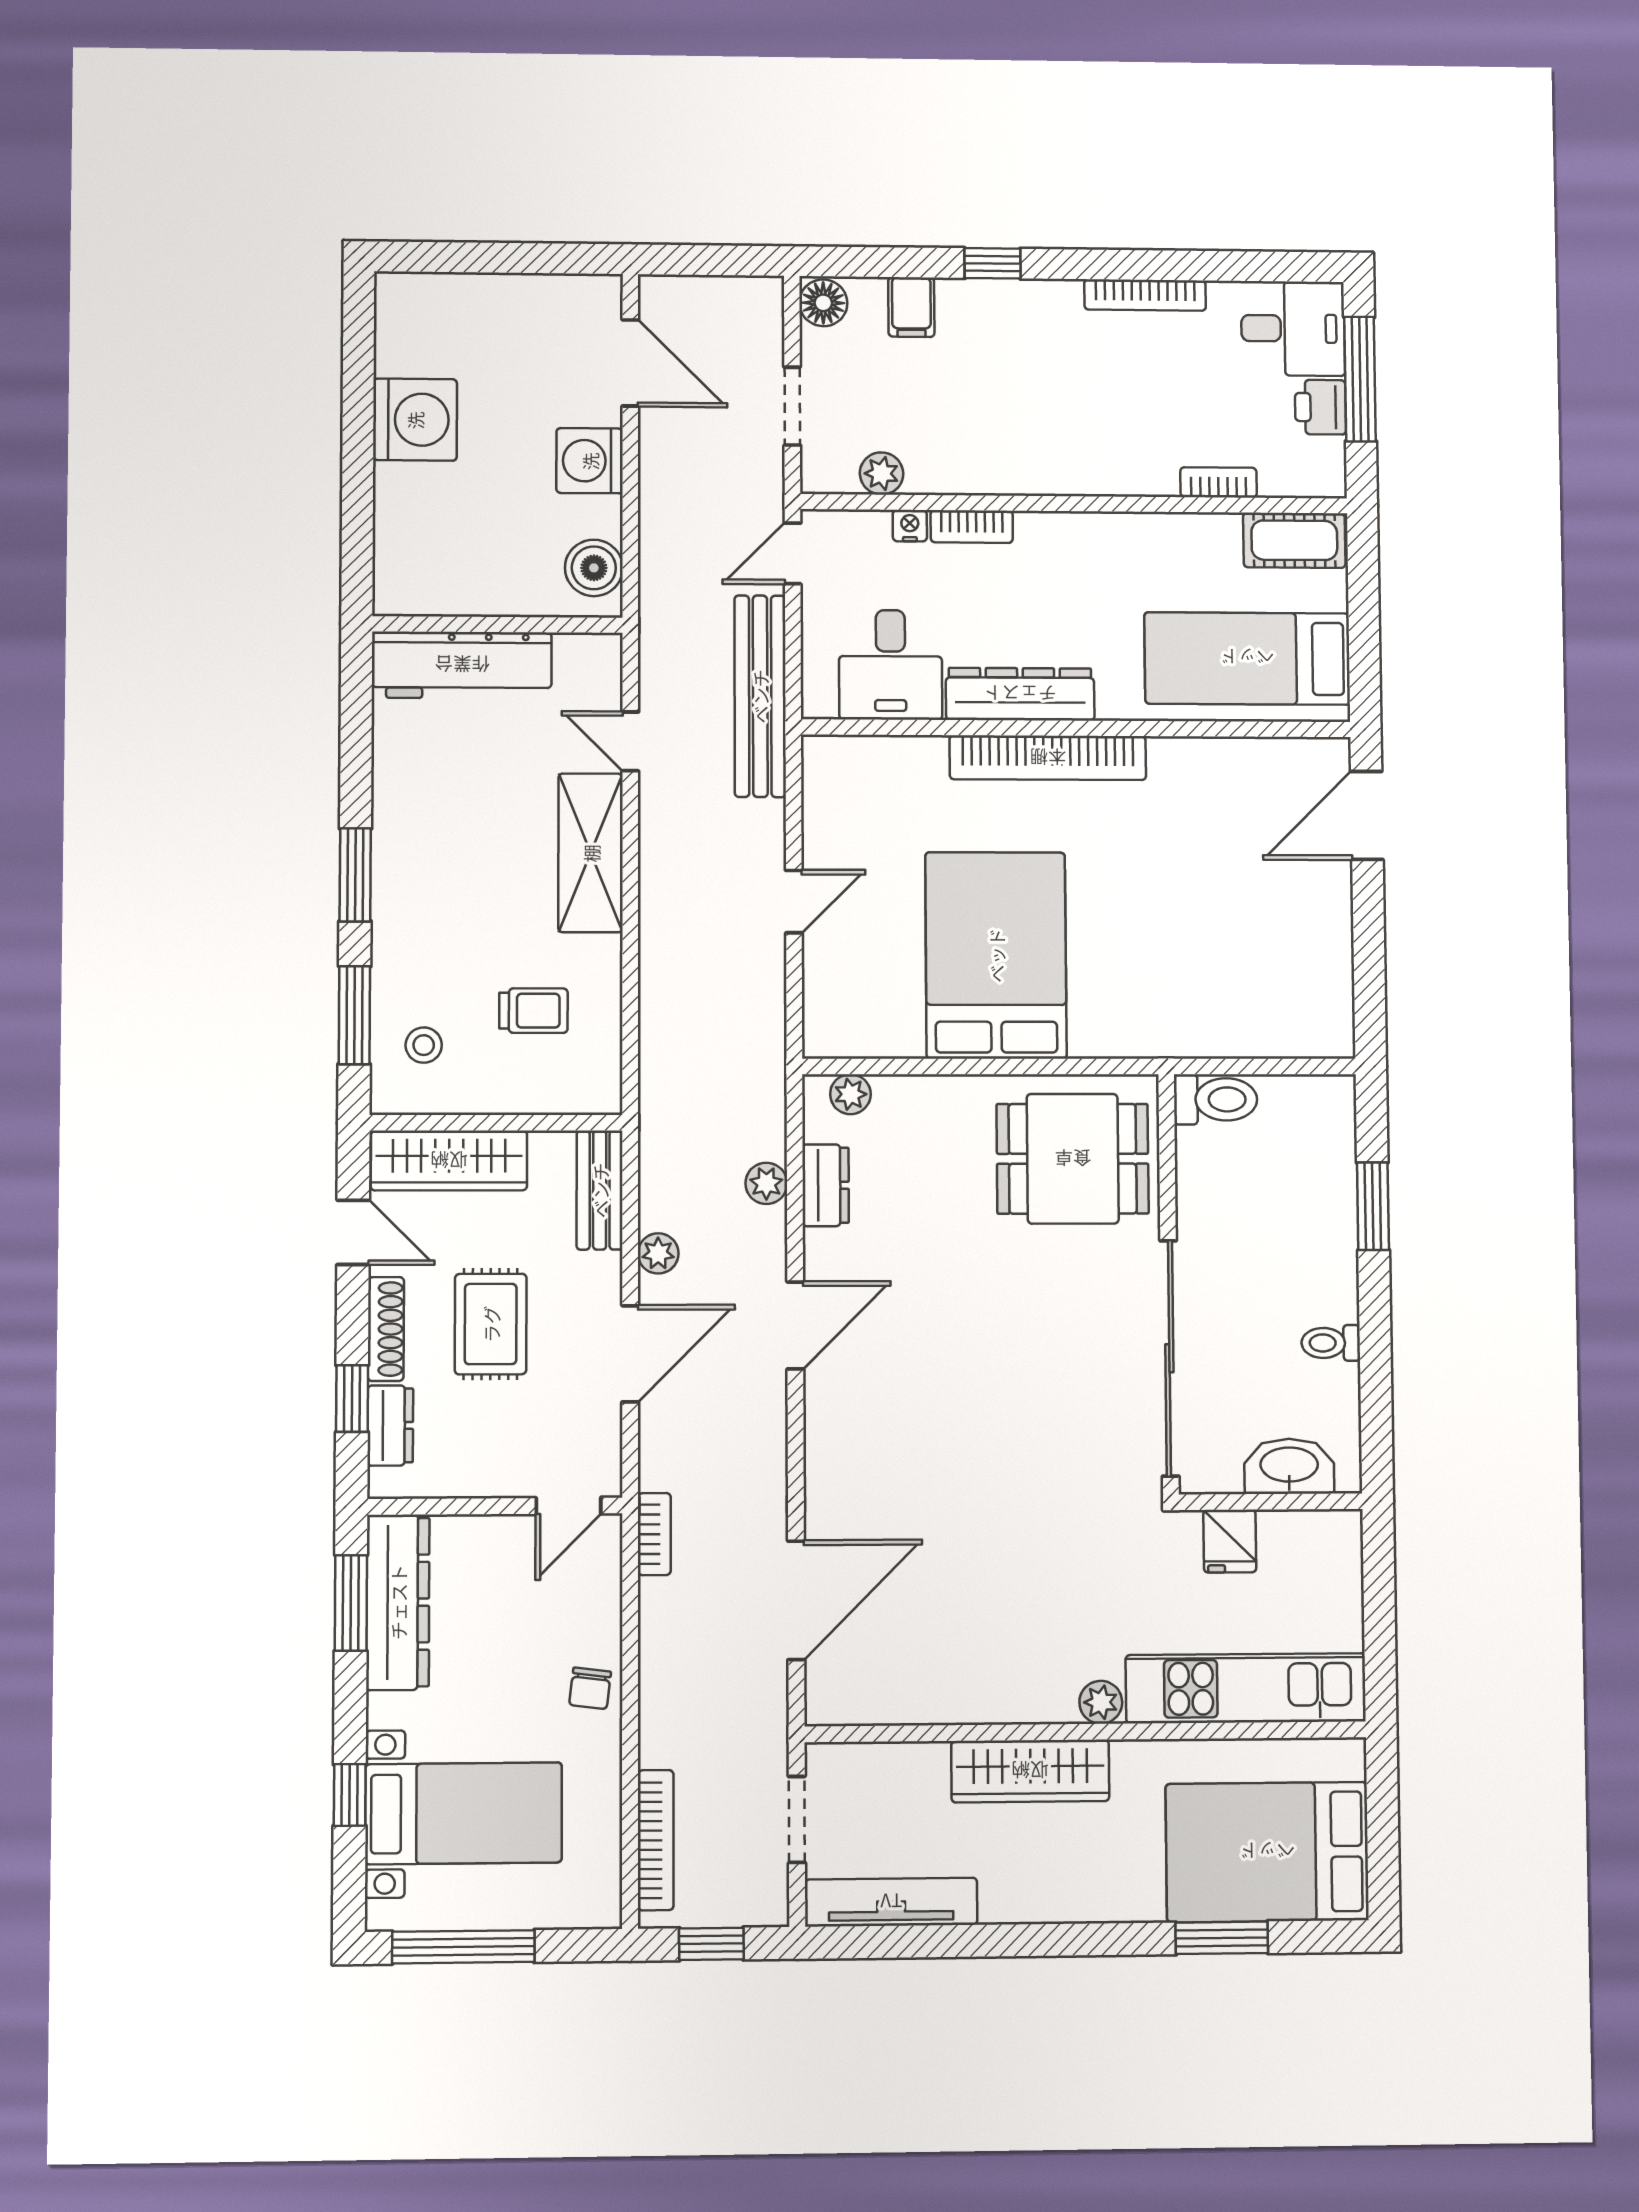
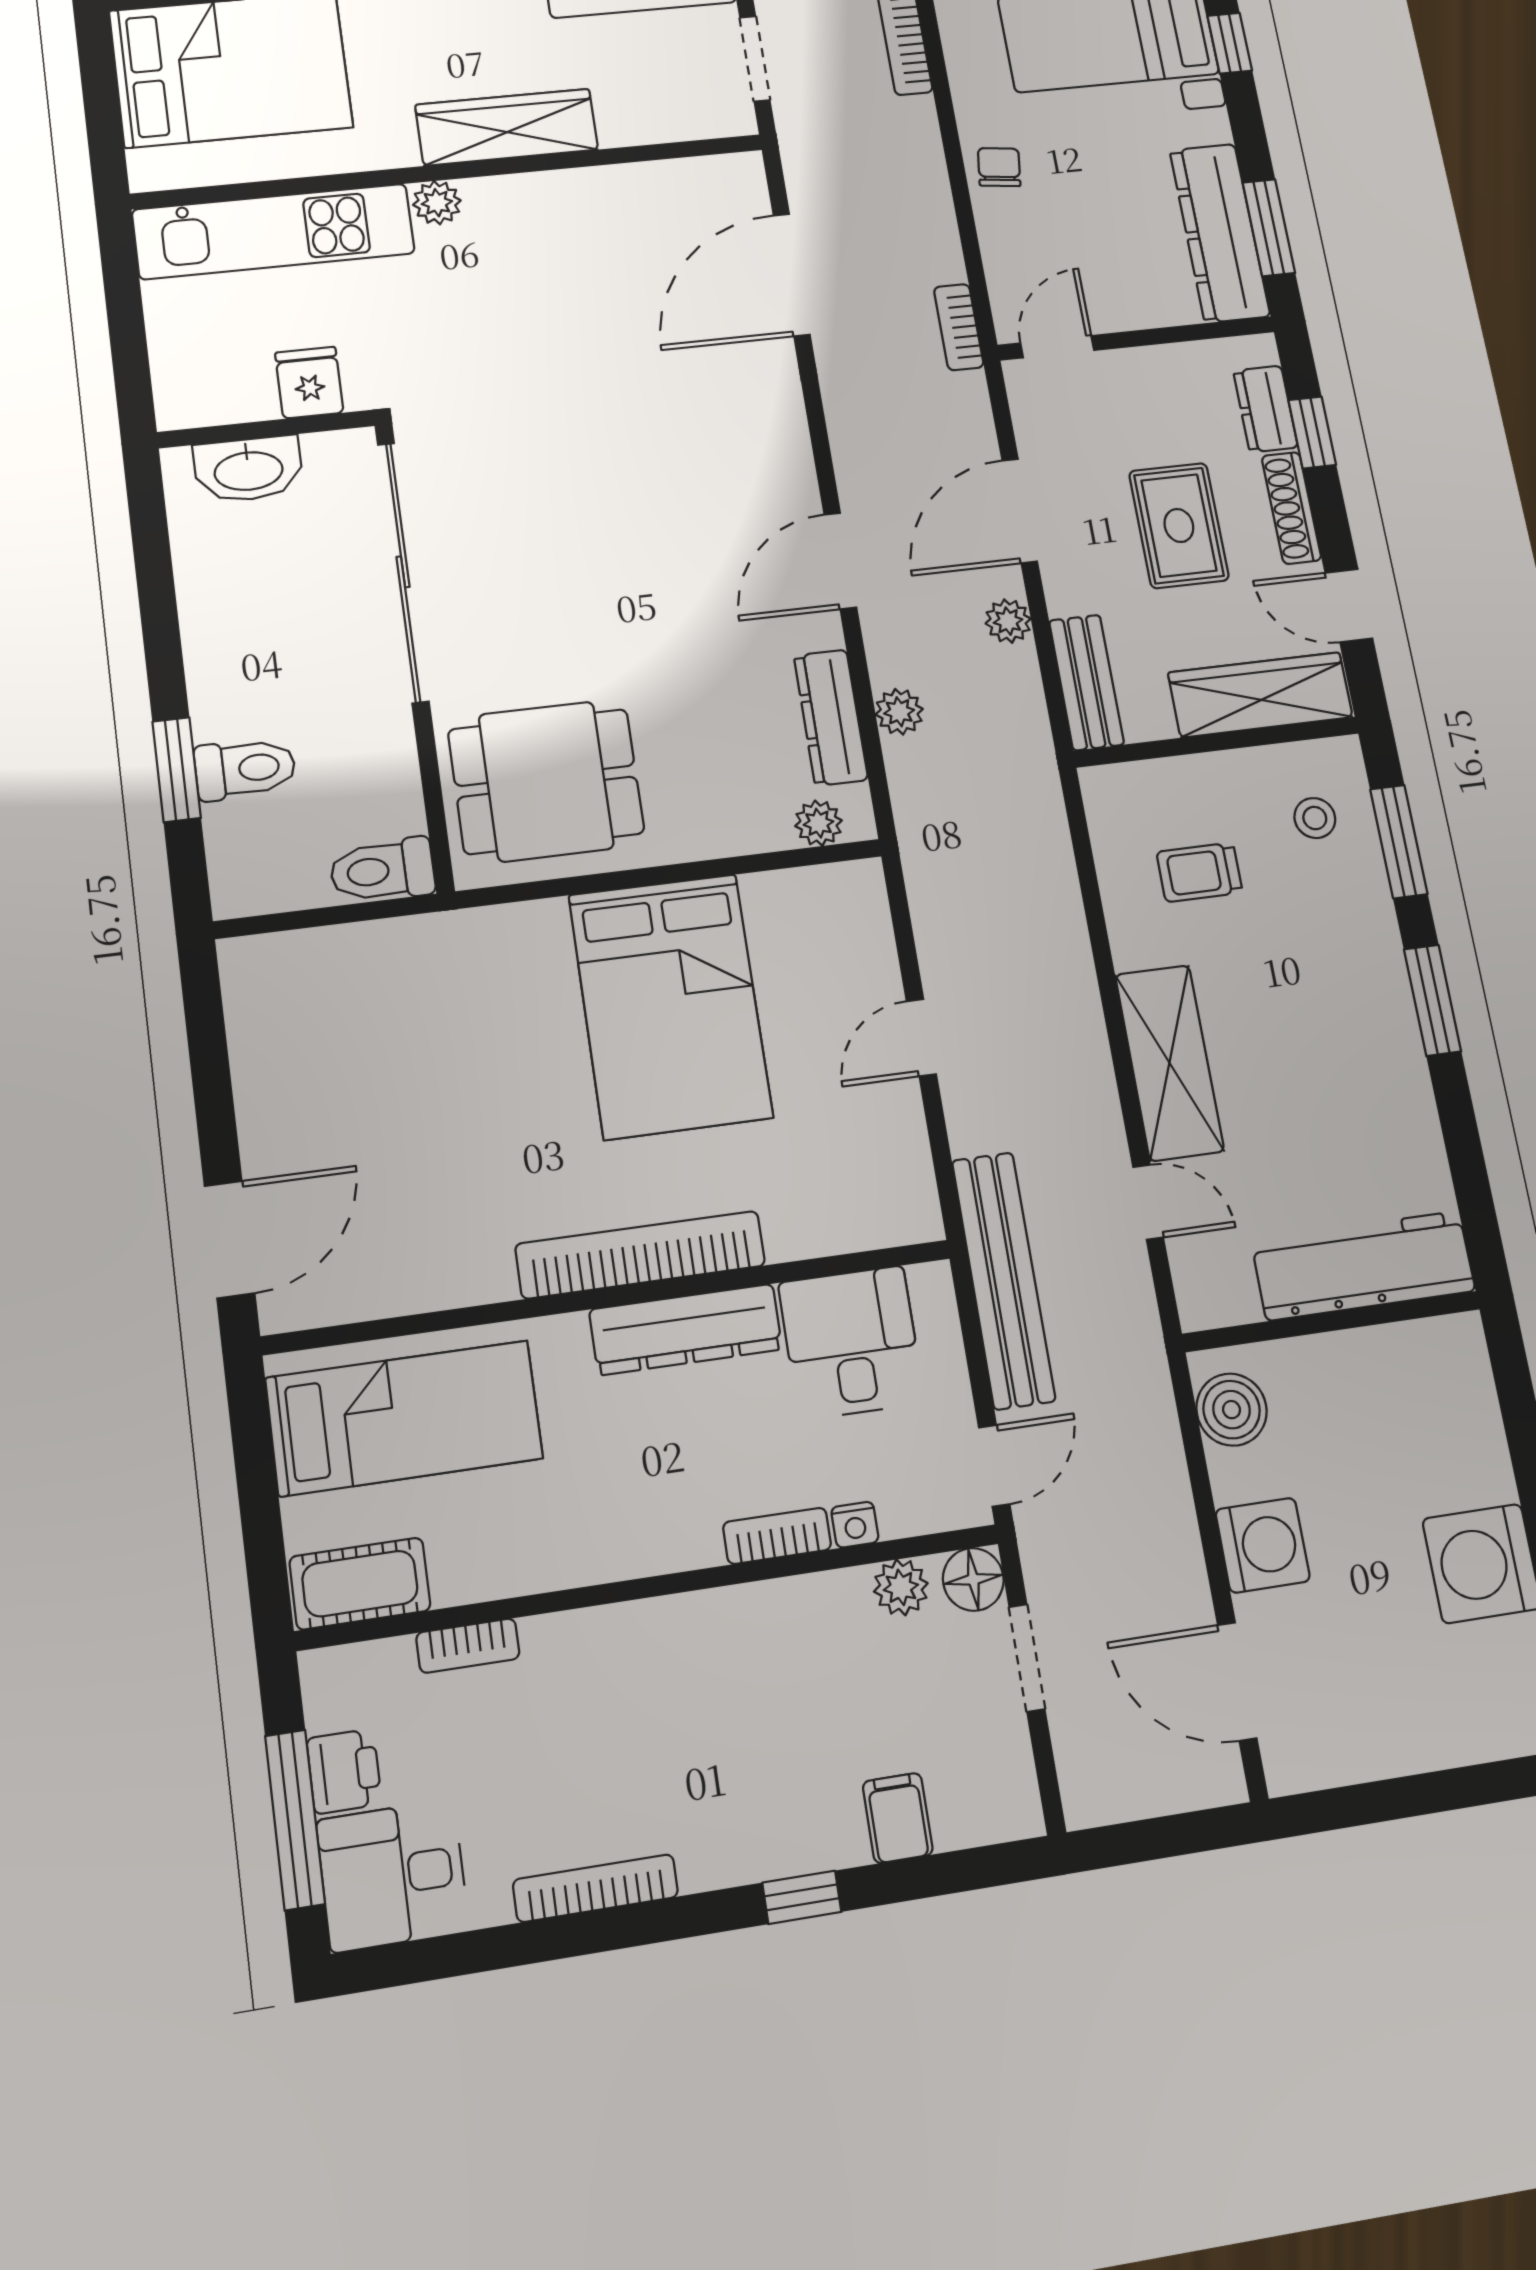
floor lamp: (823, 303) -> (973, 1579), moved
dresser: (826, 1185) -> (831, 718), width x1.44
toilet: (1331, 1343) -> (245, 769), moved, width x1.37, depth x1.39

